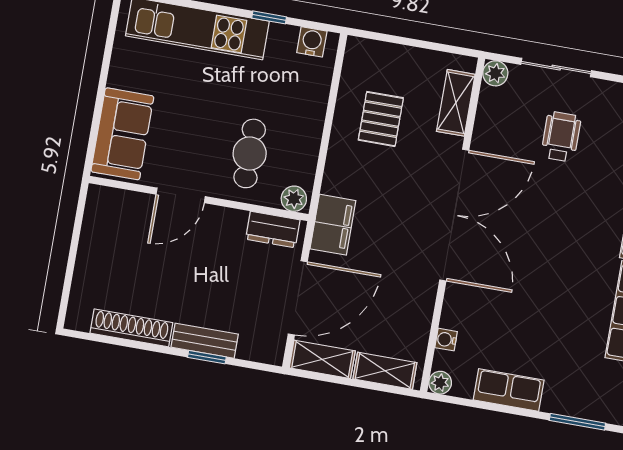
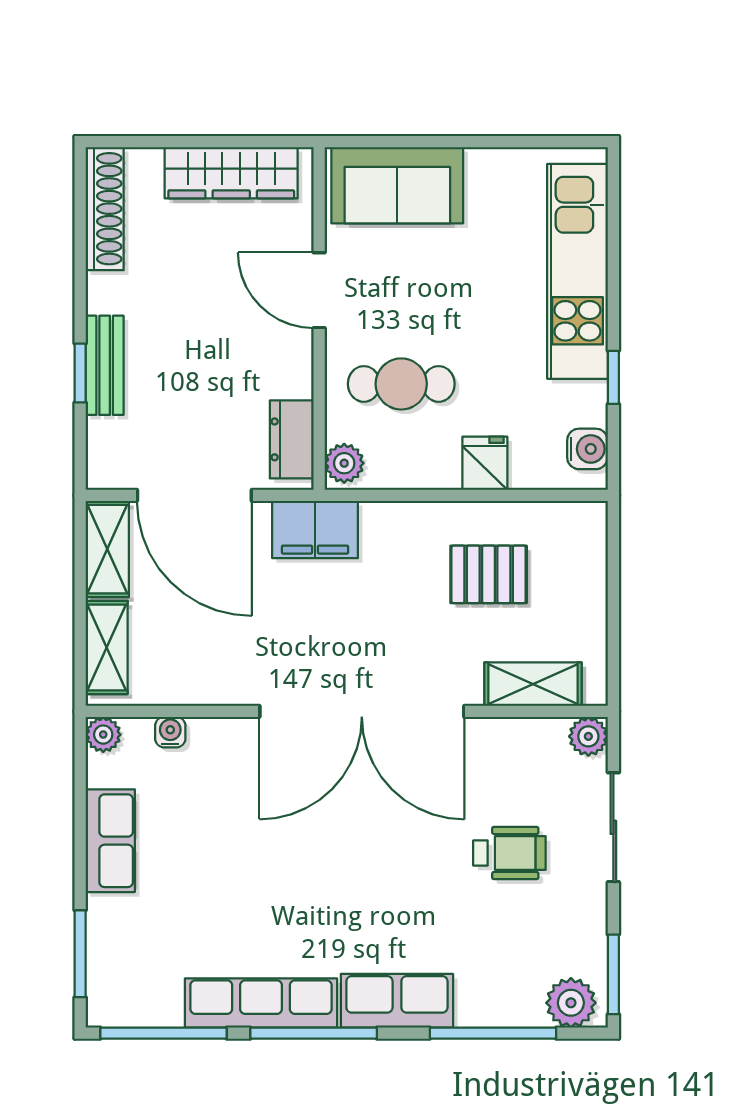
fridge: (310, 109) -> (485, 463), added
wardrobe: (96, 238) -> (231, 173), added
shoe rack: (131, 328) -> (105, 209), moved

